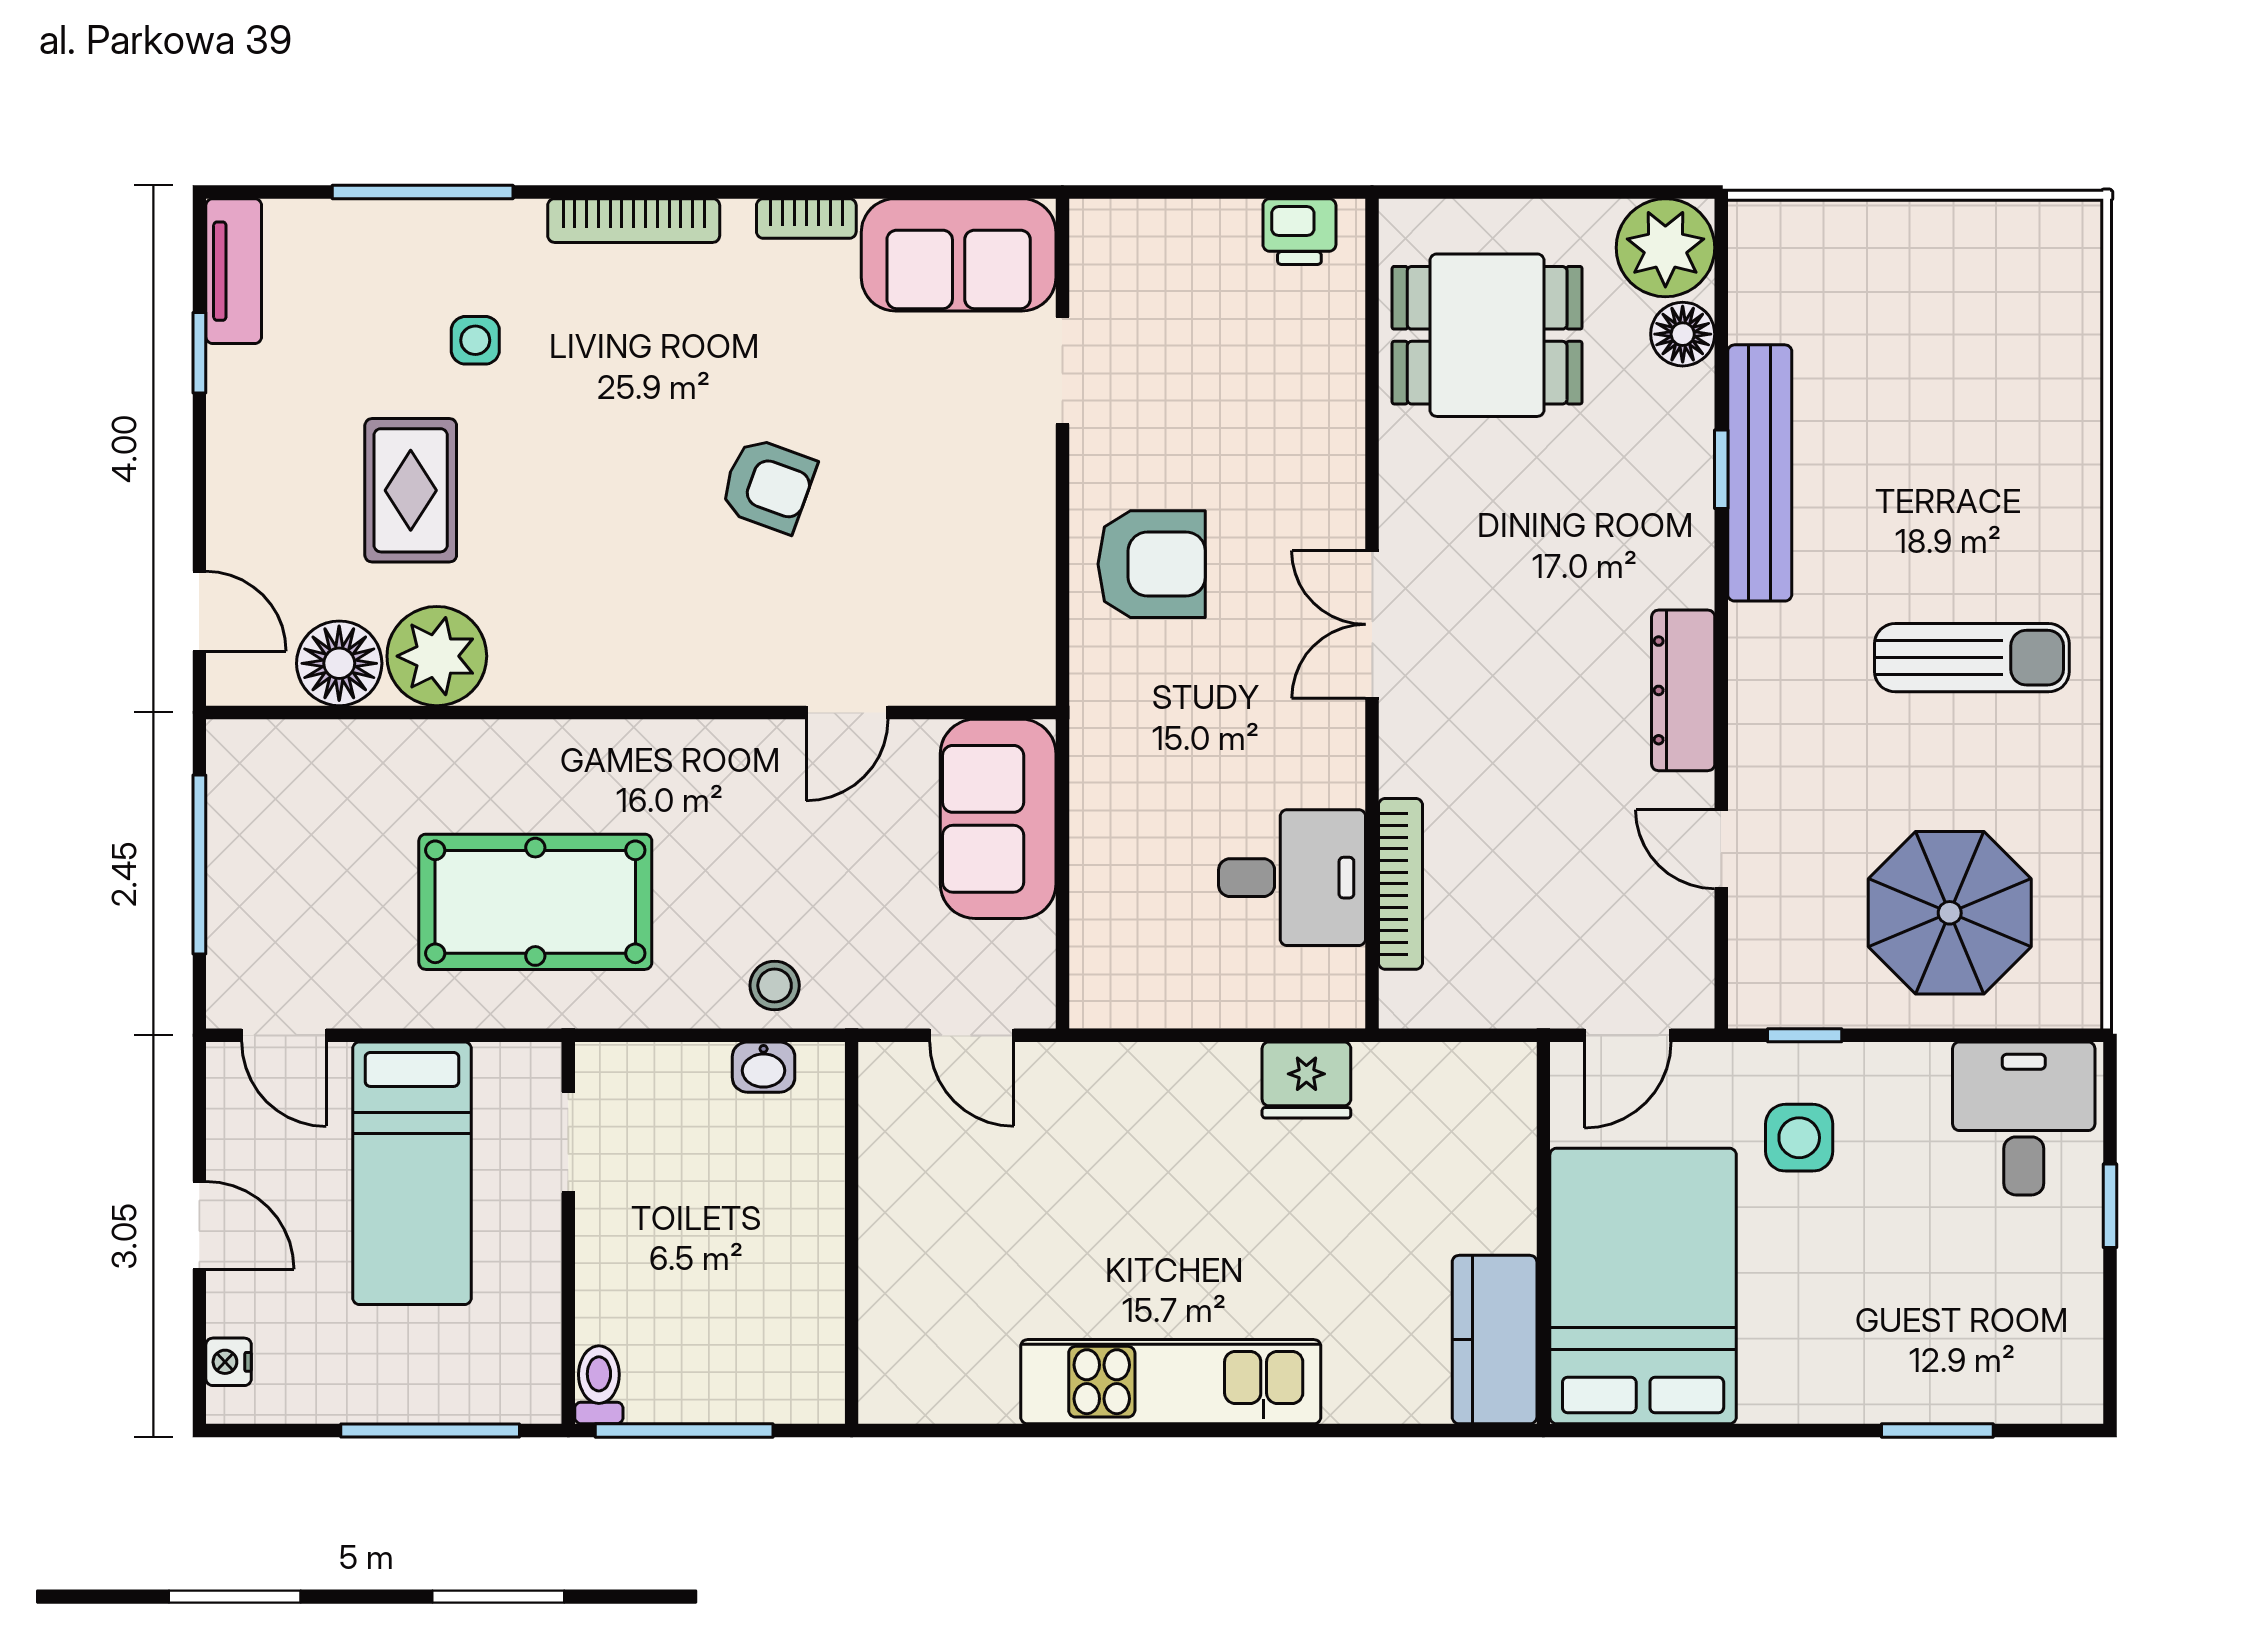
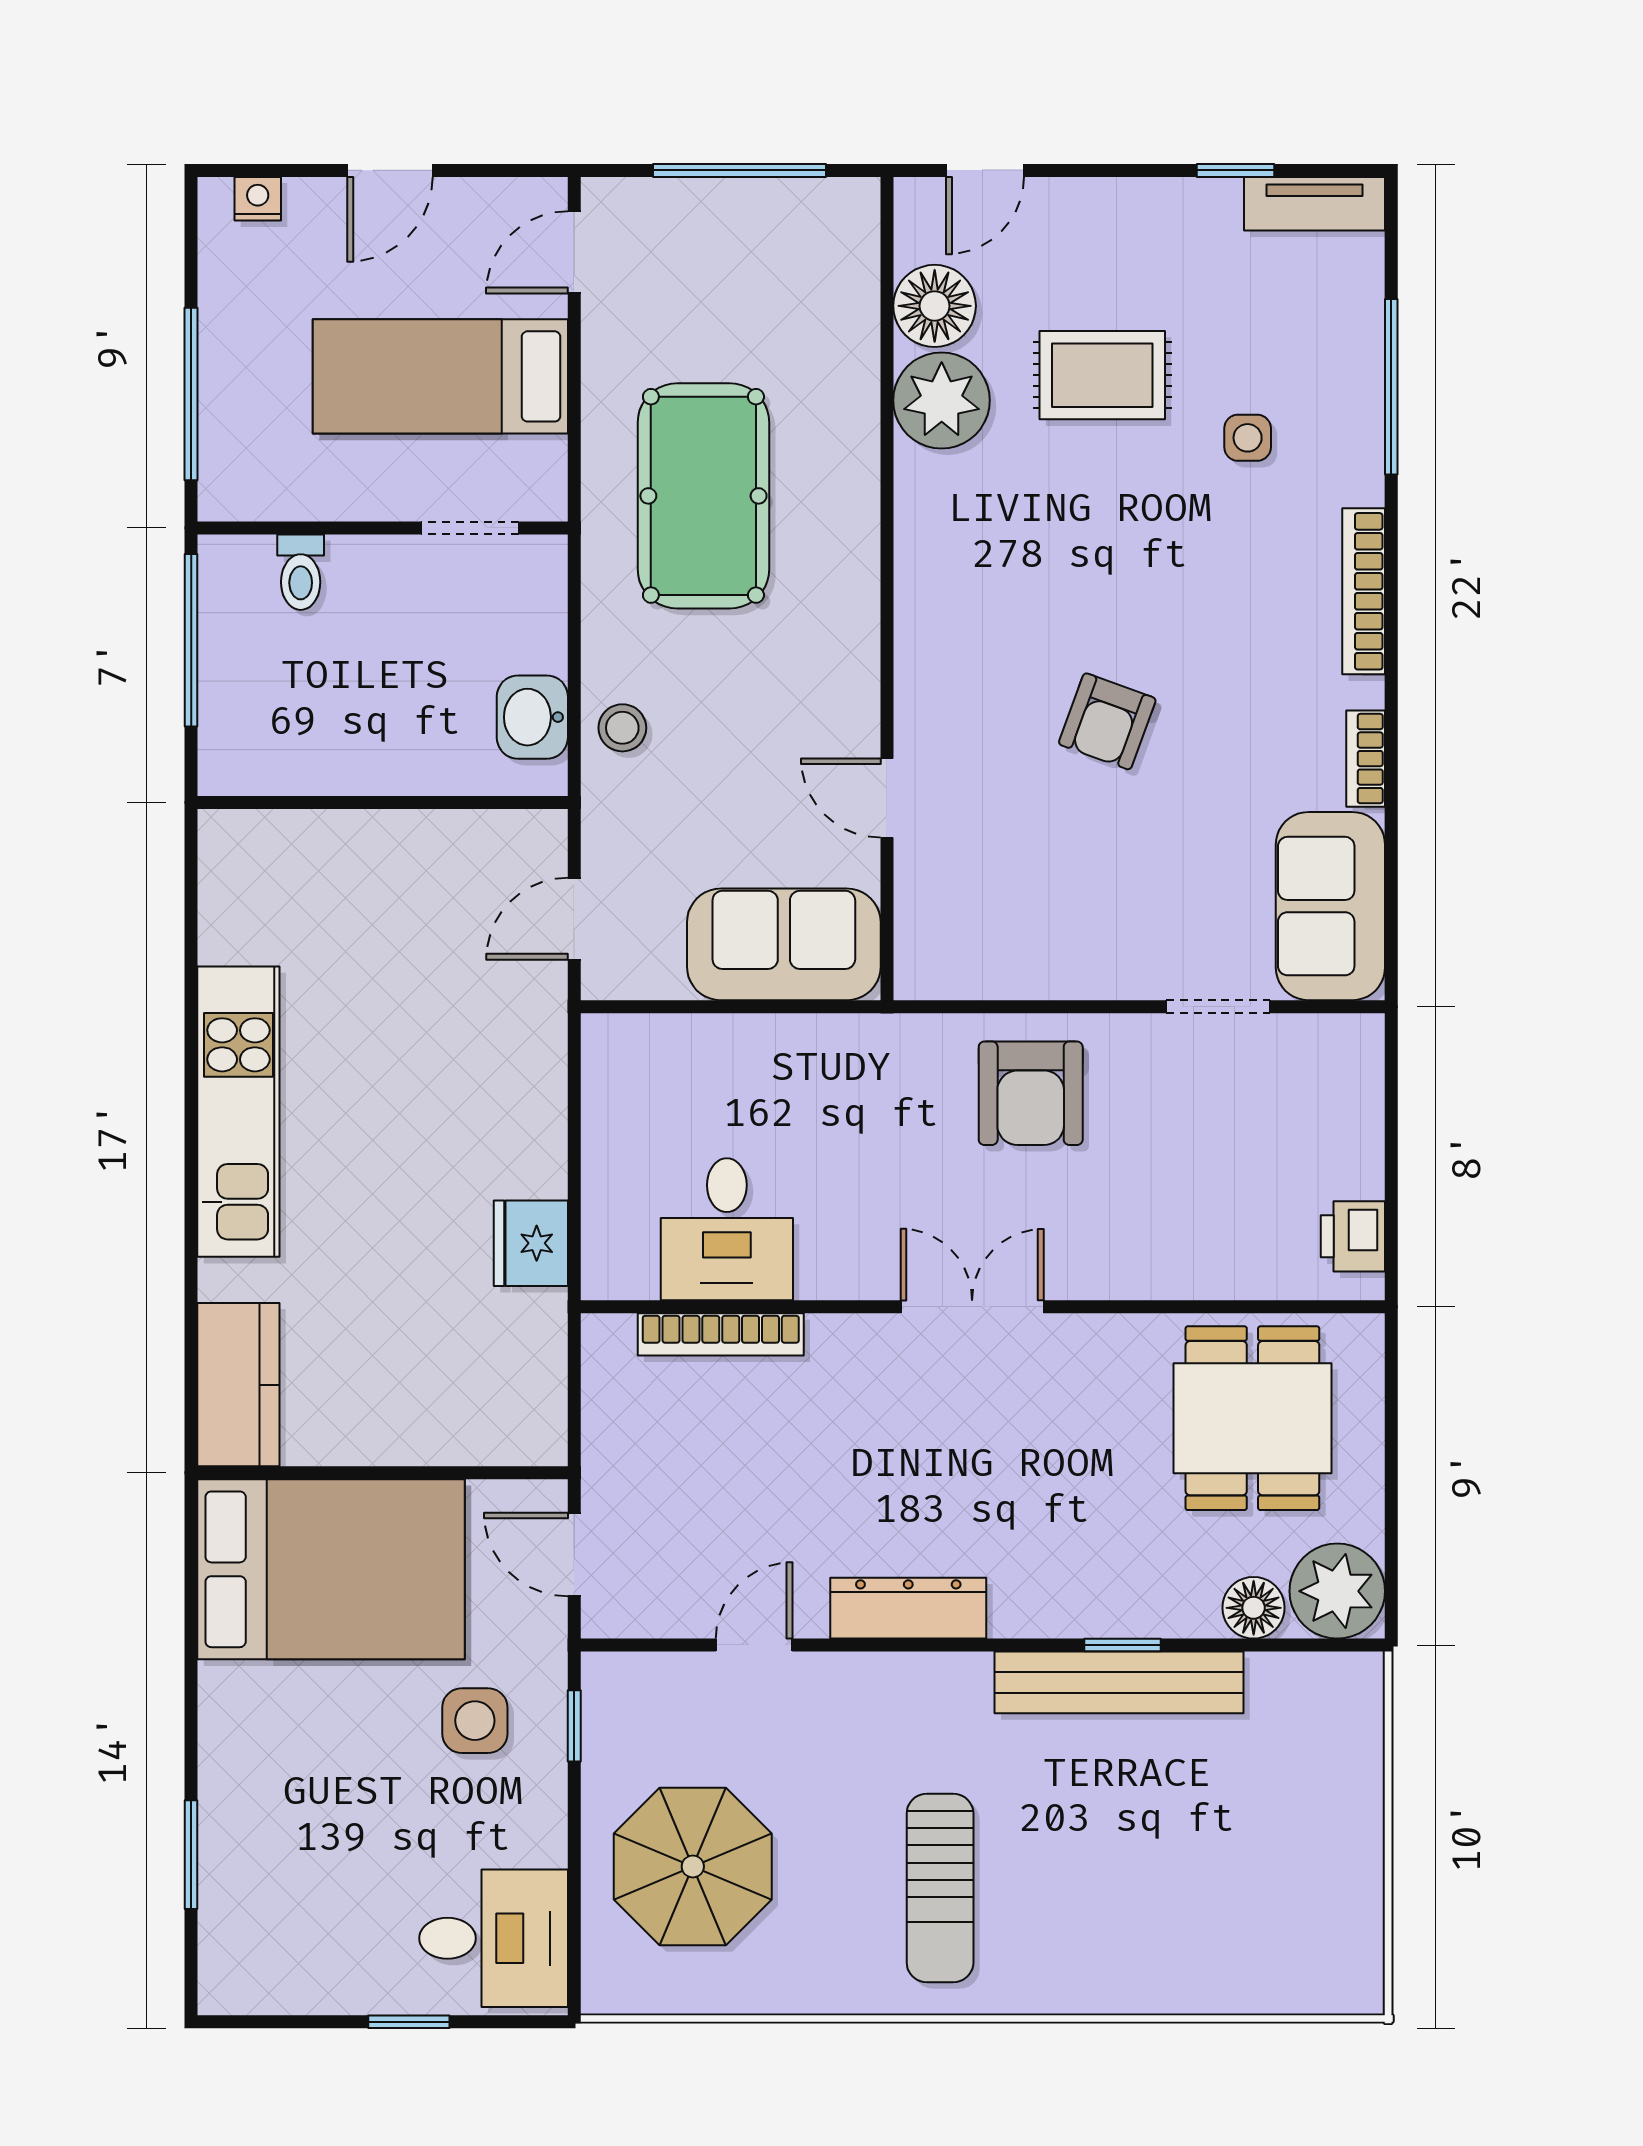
washbasin: (764, 1067) -> (532, 717), width x1.38, depth x1.45
kitchen counter: (1495, 1340) -> (238, 1385), moved, turned 90
toilet: (599, 1385) -> (301, 572), moved, turned 90

